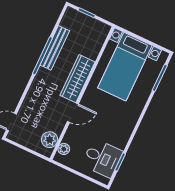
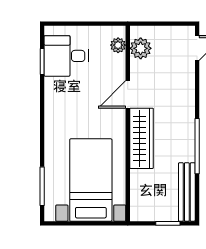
bench: (55, 48) -> (187, 192), moved

